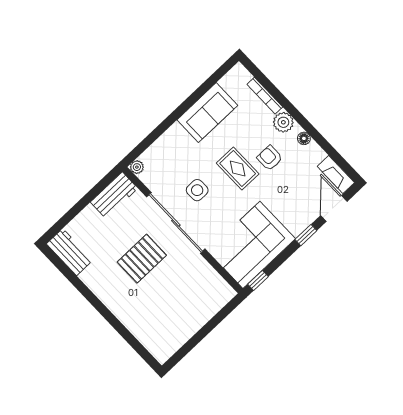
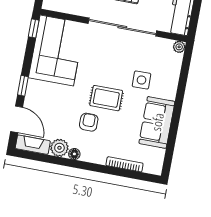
plant: (283, 122) -> (59, 148), moved
armchair: (270, 158) -> (89, 122), turned -90
side table: (197, 190) -> (142, 80), moved

